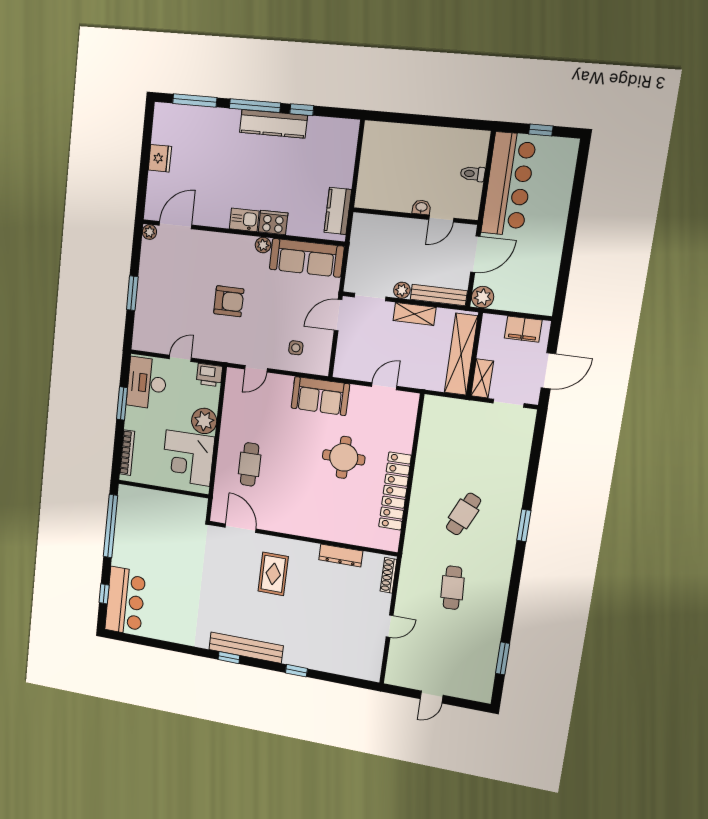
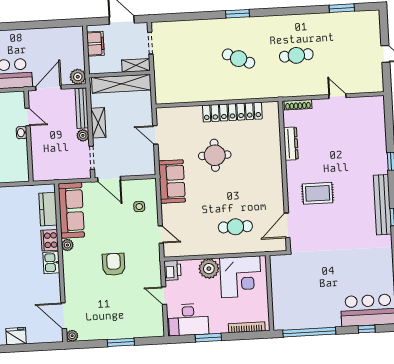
kitchen counter: (338, 211) -> (48, 209), moved, turned 90
door: (475, 254) -> (48, 88), hinge flipped

